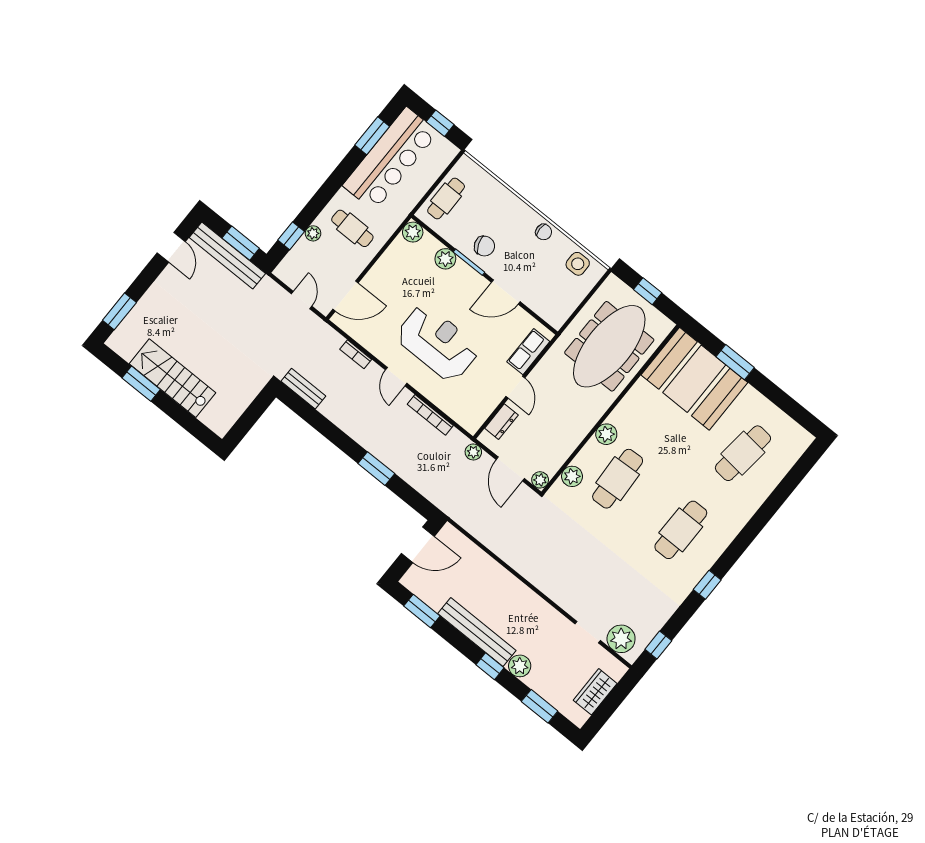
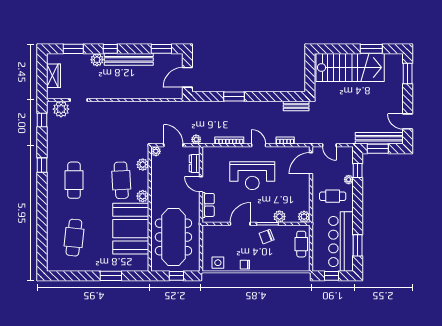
stairs: (172, 378) -> (350, 67), width x1.36, depth x1.51
booth: (694, 379) -> (131, 229), moved, turned 90

